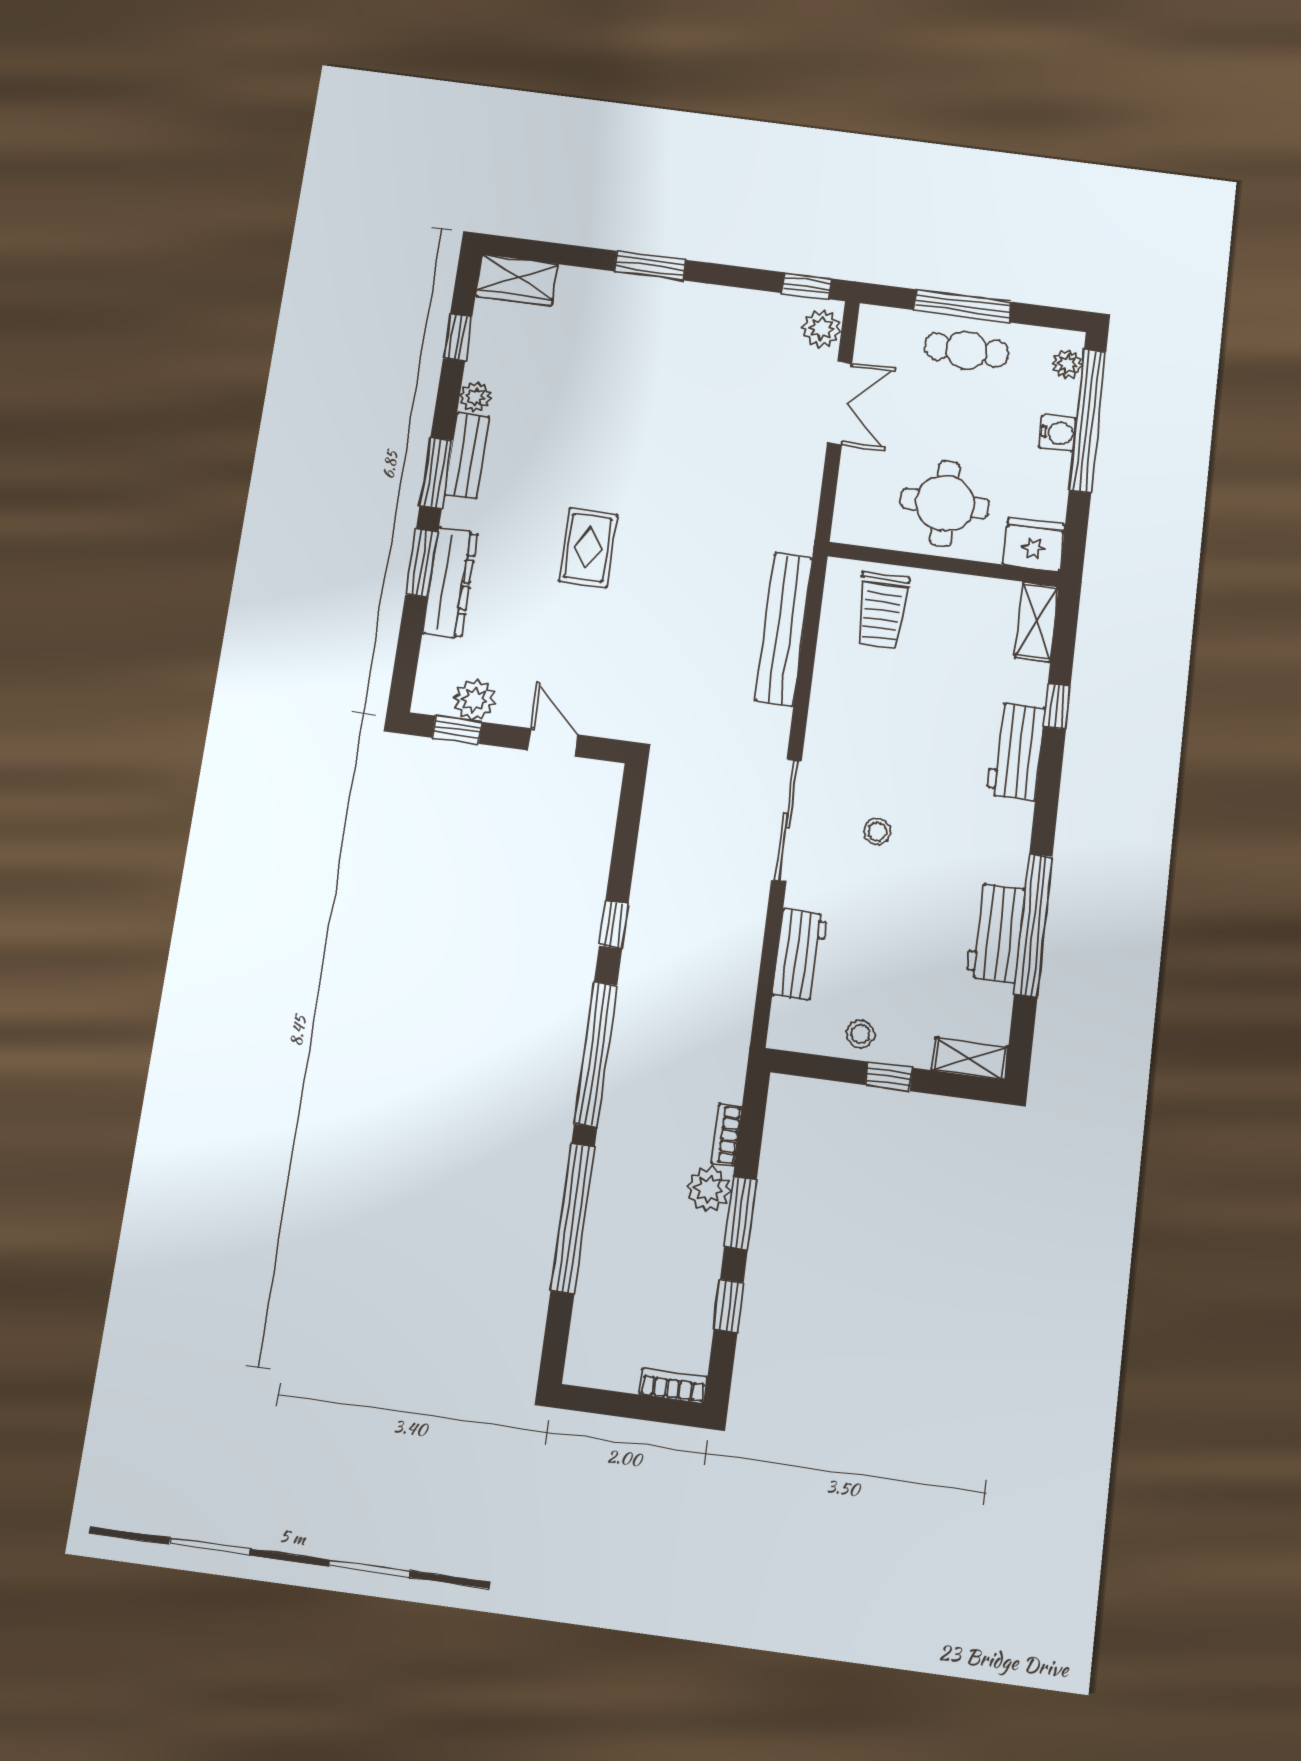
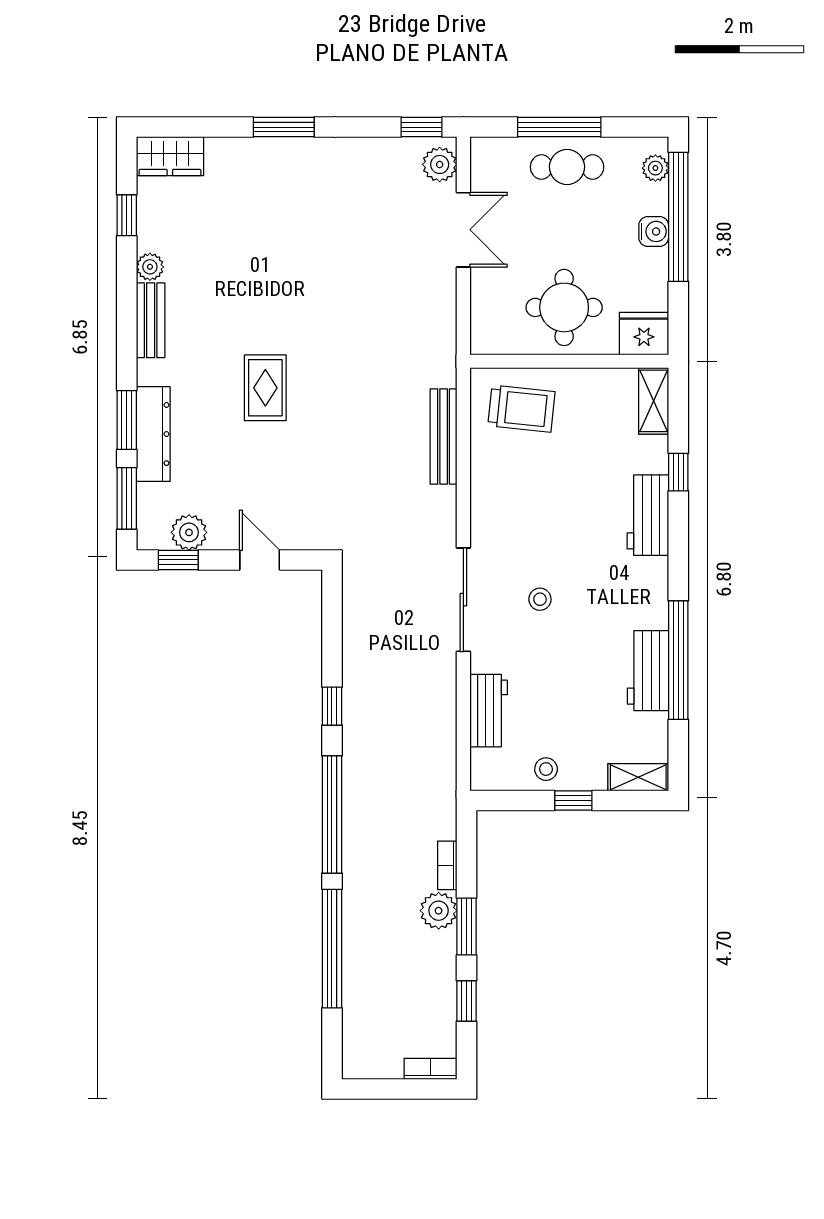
window: (436, 473) -> (127, 498), moved
trolley: (882, 610) -> (521, 409), turned -84
bench: (784, 629) -> (444, 436), width x0.73, depth x0.82

